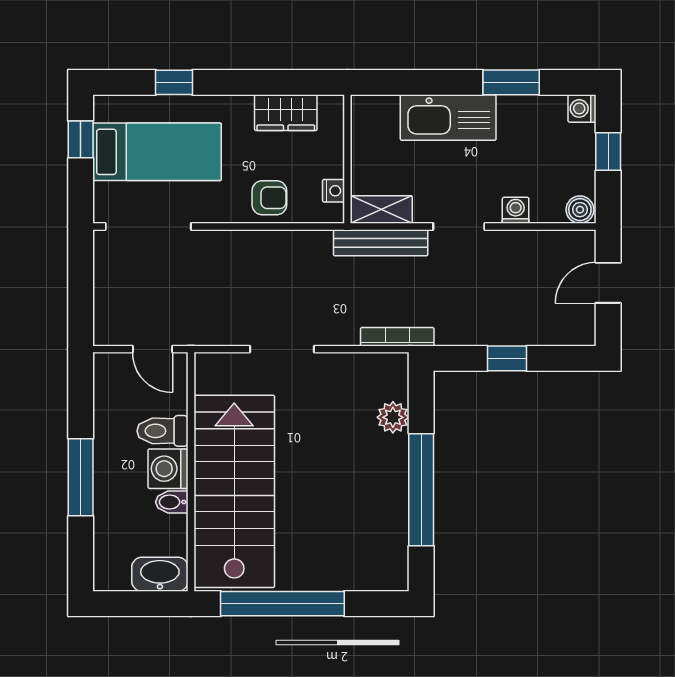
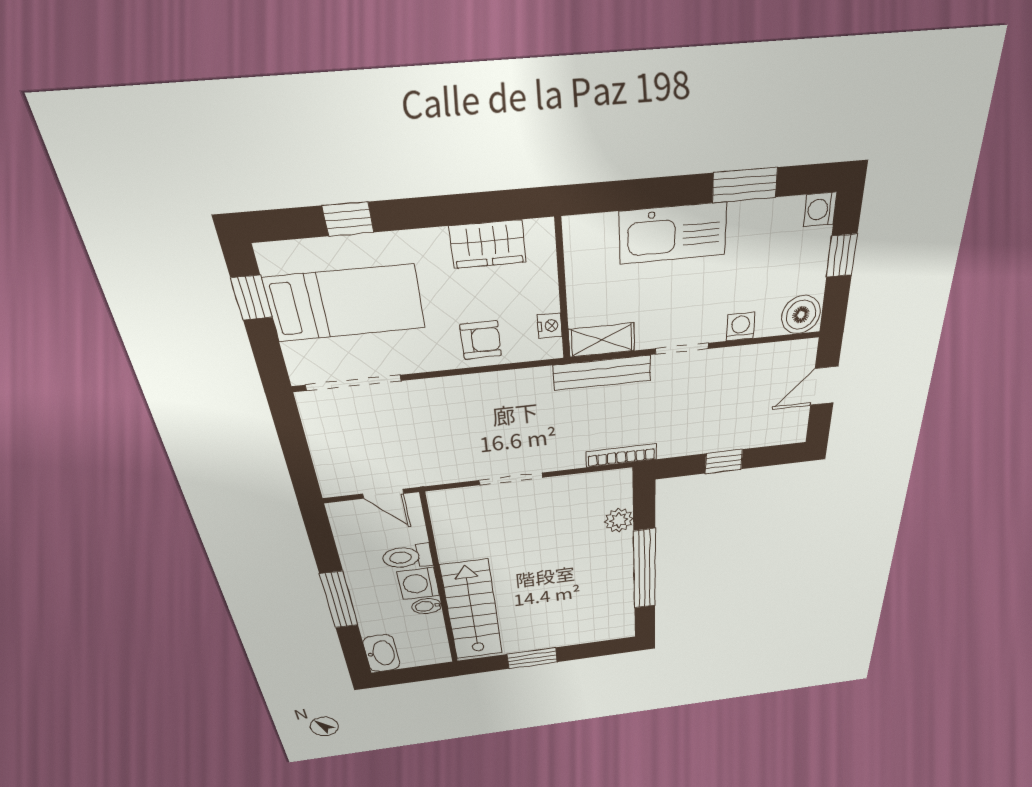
boiler: (580, 210) -> (801, 315), width x1.36, depth x1.36
stairs: (234, 491) -> (472, 611), width x0.73, depth x0.66
washbasin: (160, 574) -> (381, 653), moved, turned 90
window: (282, 604) -> (532, 658), width x0.47

